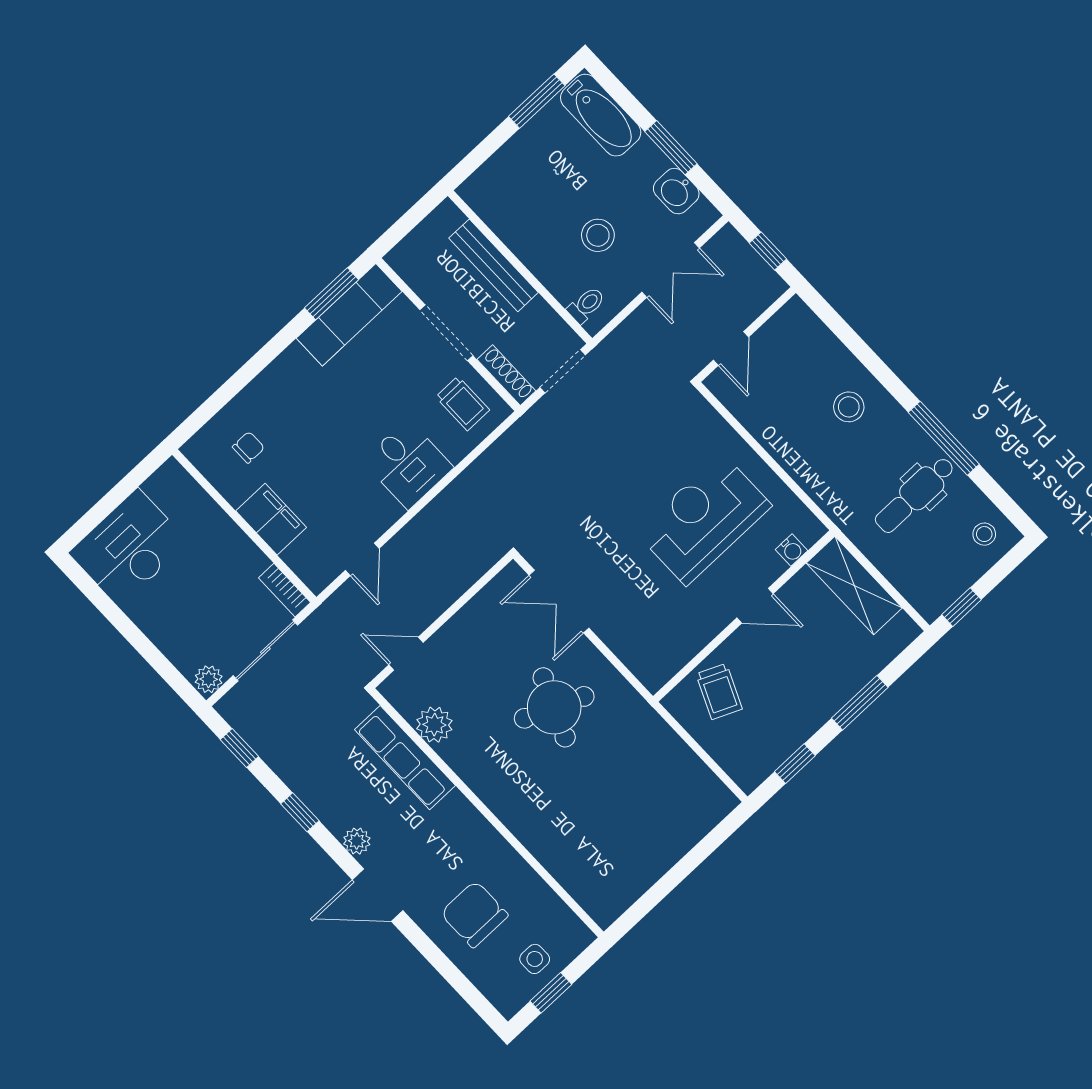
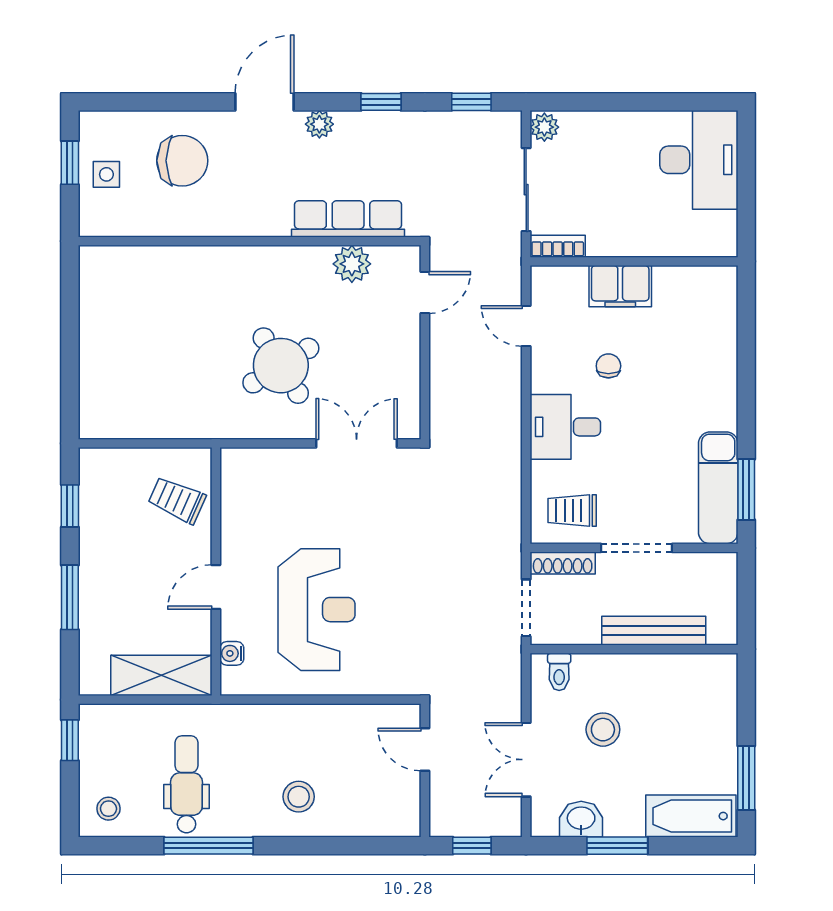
chair: (248, 447) -> (608, 366), moved, turned 180
round table: (554, 707) -> (281, 366), turned 35

